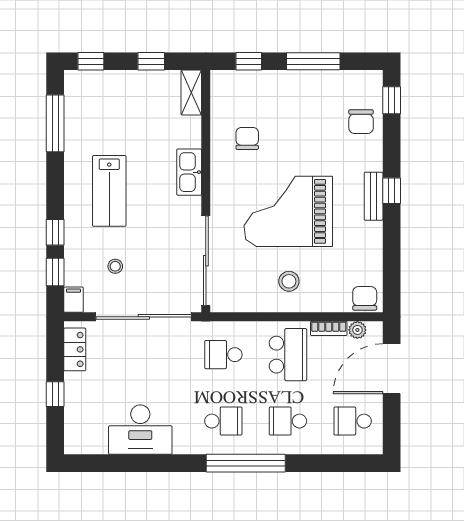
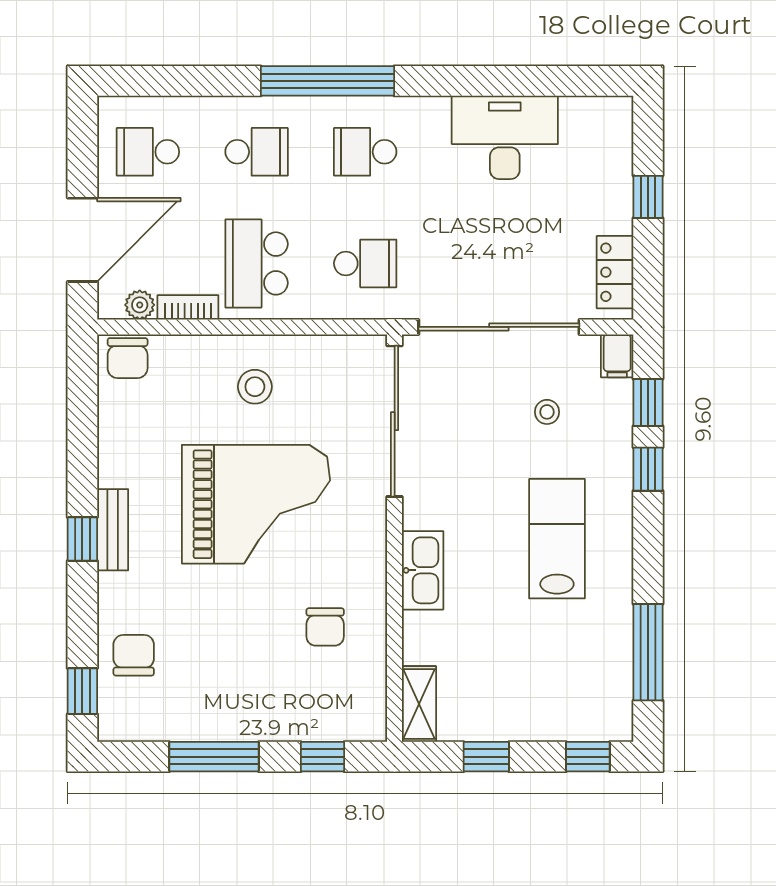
school desk: (353, 421) -> (148, 152), turned 180

